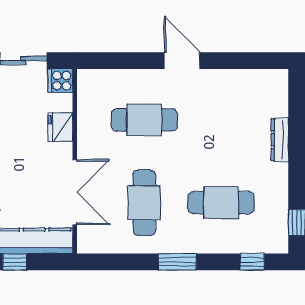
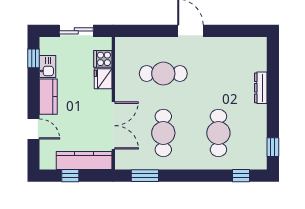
cooker: (60, 81) -> (103, 59), moved
cafe table: (221, 203) -> (218, 133), turned 90
window: (177, 262) -> (145, 176), moved

